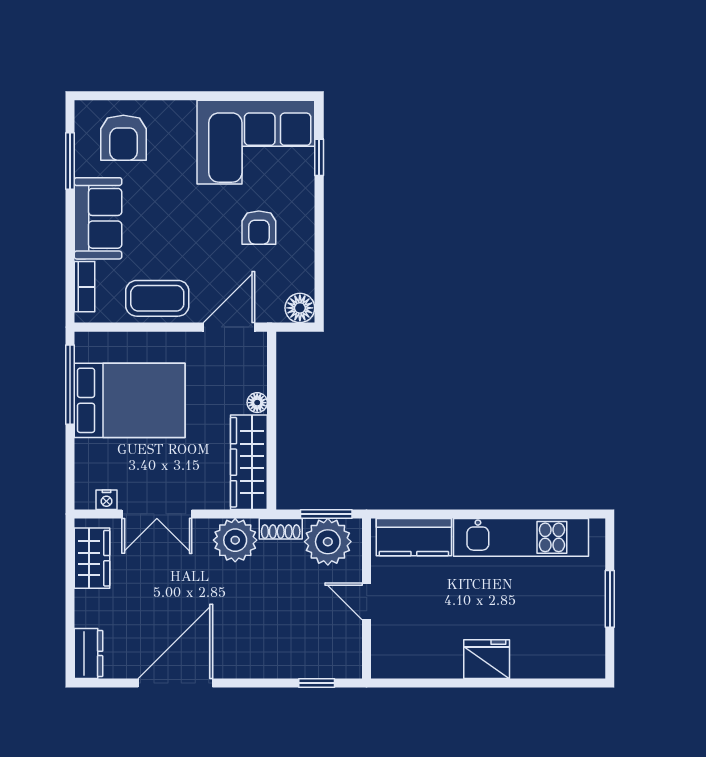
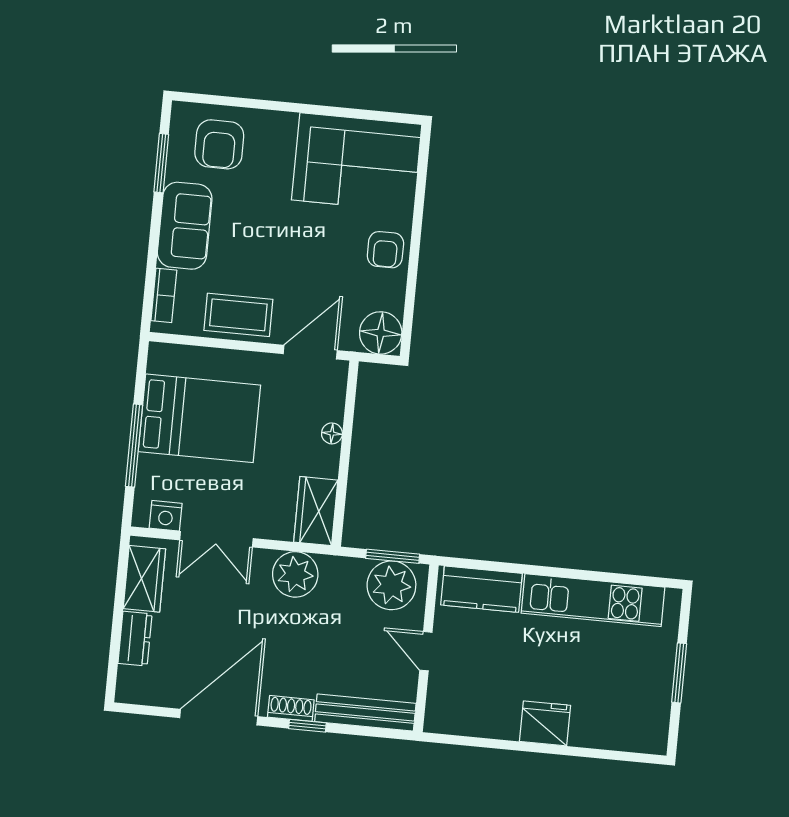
window: (319, 157) -> (421, 184), removed
armchair: (259, 228) -> (385, 250), moved
floor lamp: (300, 308) -> (381, 333), width x1.38, depth x1.38
window: (70, 385) -> (134, 446), moved
wardrobe: (249, 462) -> (316, 511), width x0.67
nightstand: (106, 500) -> (166, 516), width x1.39, depth x1.35
shoe rack: (281, 529) -> (291, 708), moved, turned 180
dresser: (89, 653) -> (135, 639), moved
bench: (315, 665) -> (365, 713), added
window: (317, 683) -> (307, 726), moved

